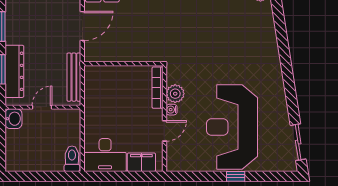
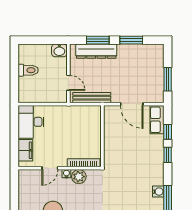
door: (42, 107) -> (68, 83), moved
door: (164, 131) -> (50, 168), hinge flipped
toilet: (72, 159) -> (28, 70), moved

